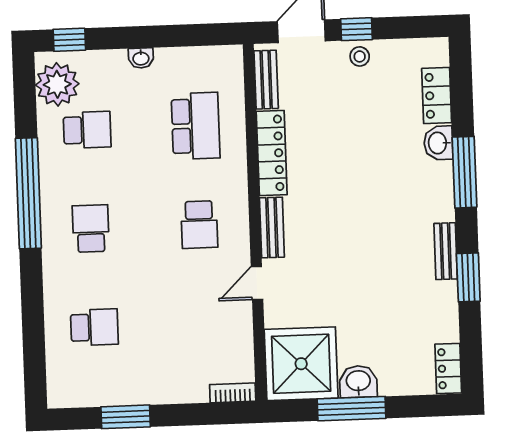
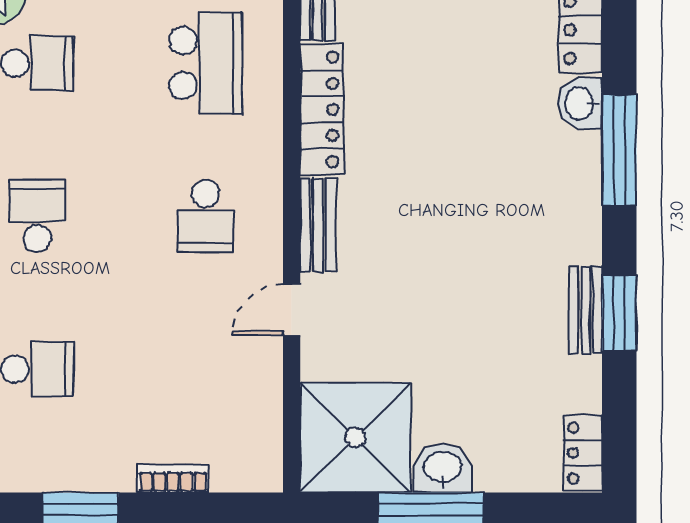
bench: (446, 251) -> (586, 310), moved
bookcase: (233, 393) -> (173, 478), moved

